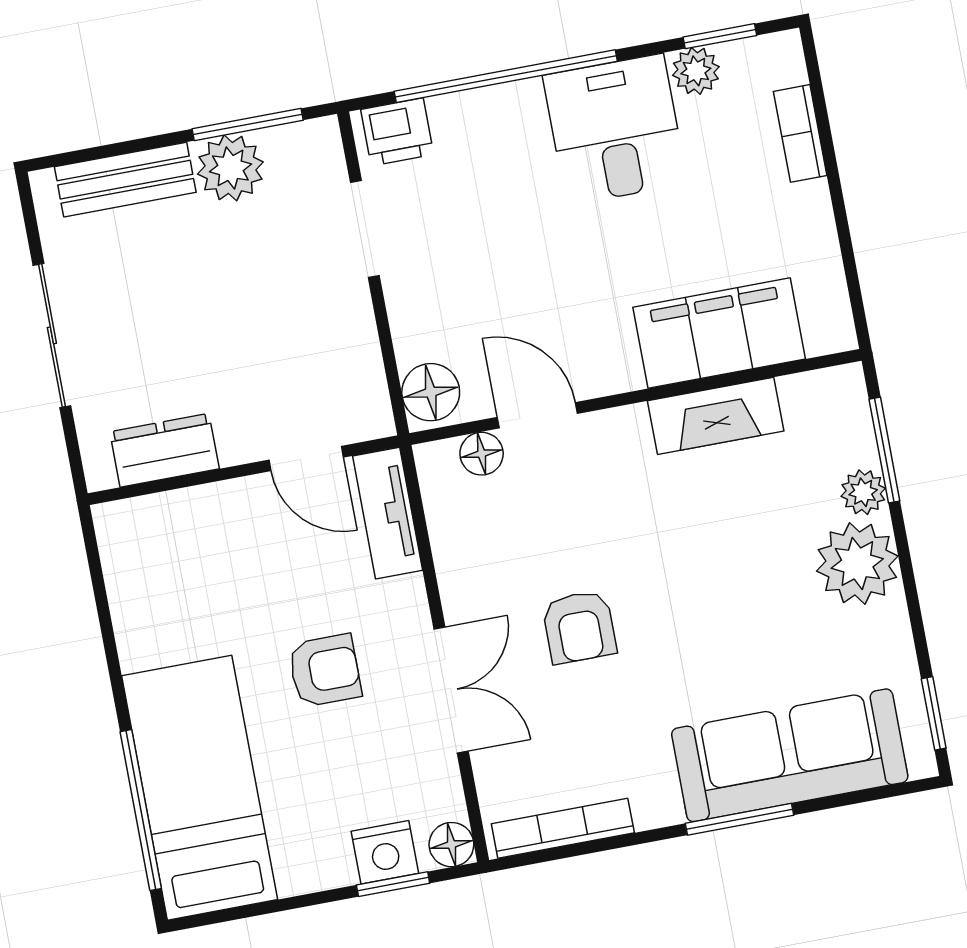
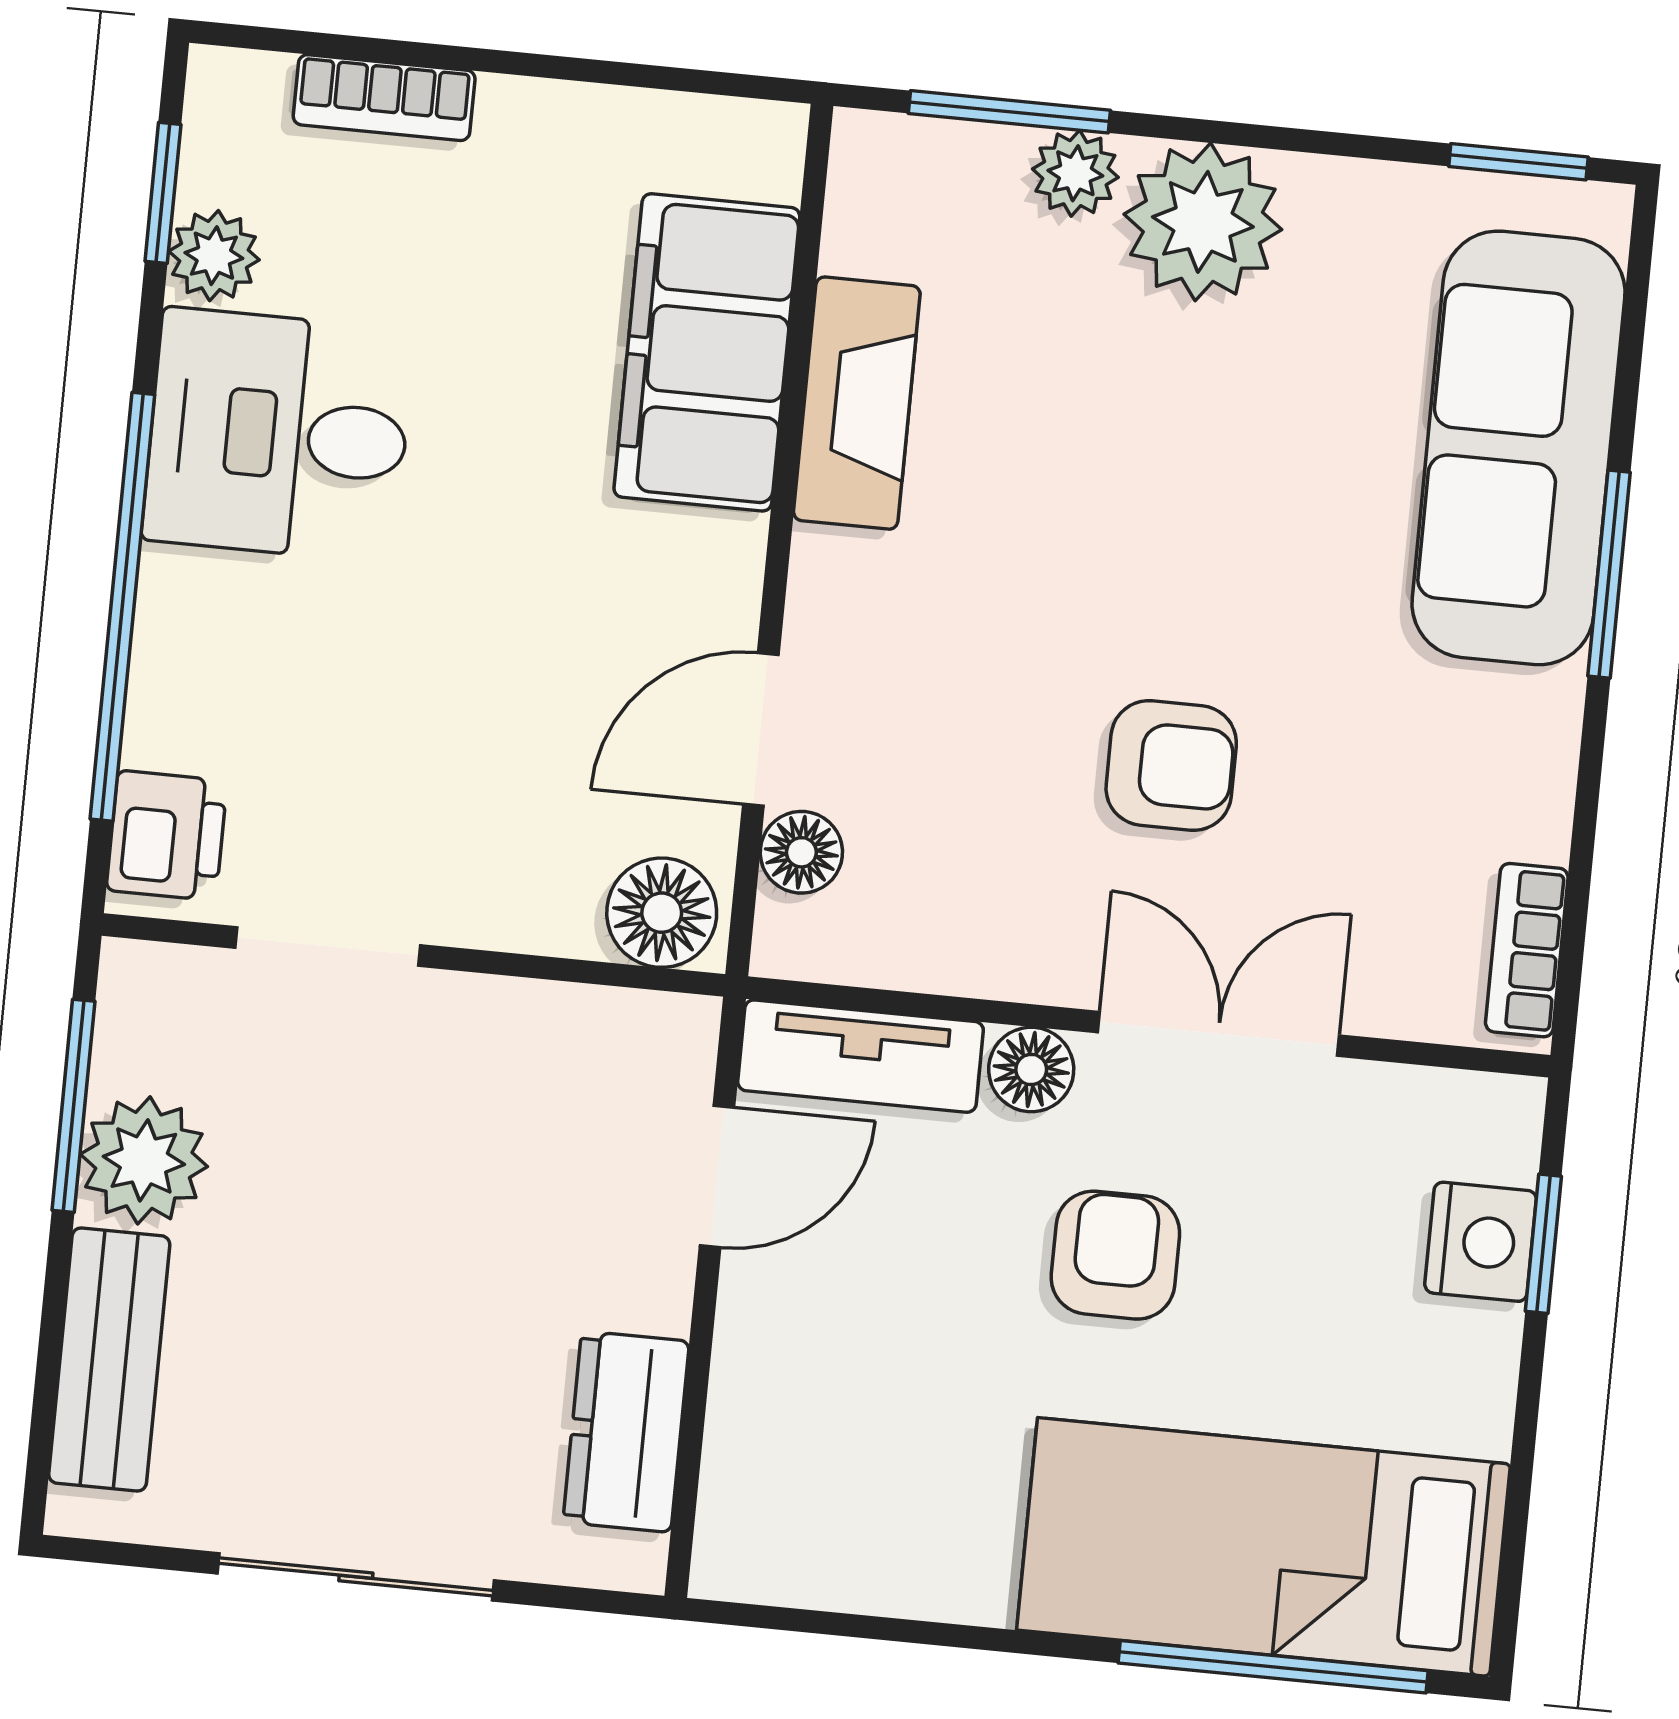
bookcase: (563, 828) -> (1527, 950), width x0.64
floor lamp: (451, 845) -> (1031, 1070), moved

